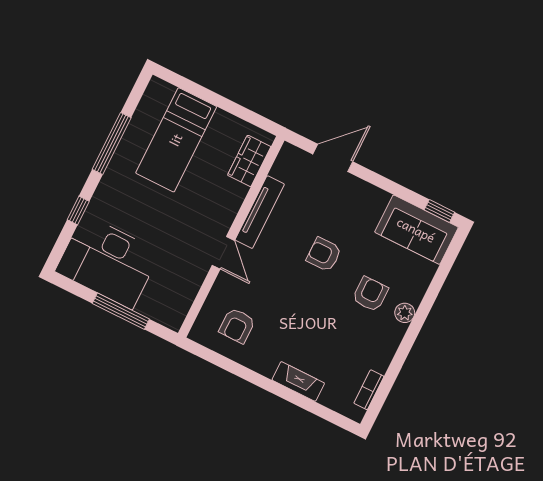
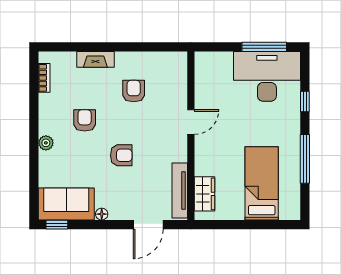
floor lamp: (381, 197) -> (102, 214), added
tv unit: (260, 212) -> (180, 191), moved
door: (223, 253) -> (191, 122), swing flipped
armchair: (370, 294) -> (85, 120), moved, turned 180
window: (121, 311) -> (264, 47), moved
armchair: (237, 326) -> (134, 91), moved

